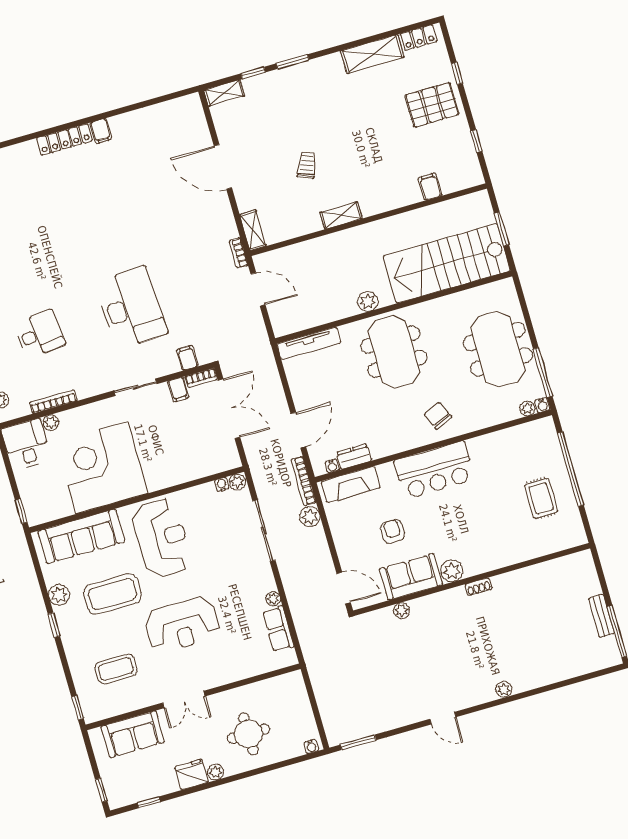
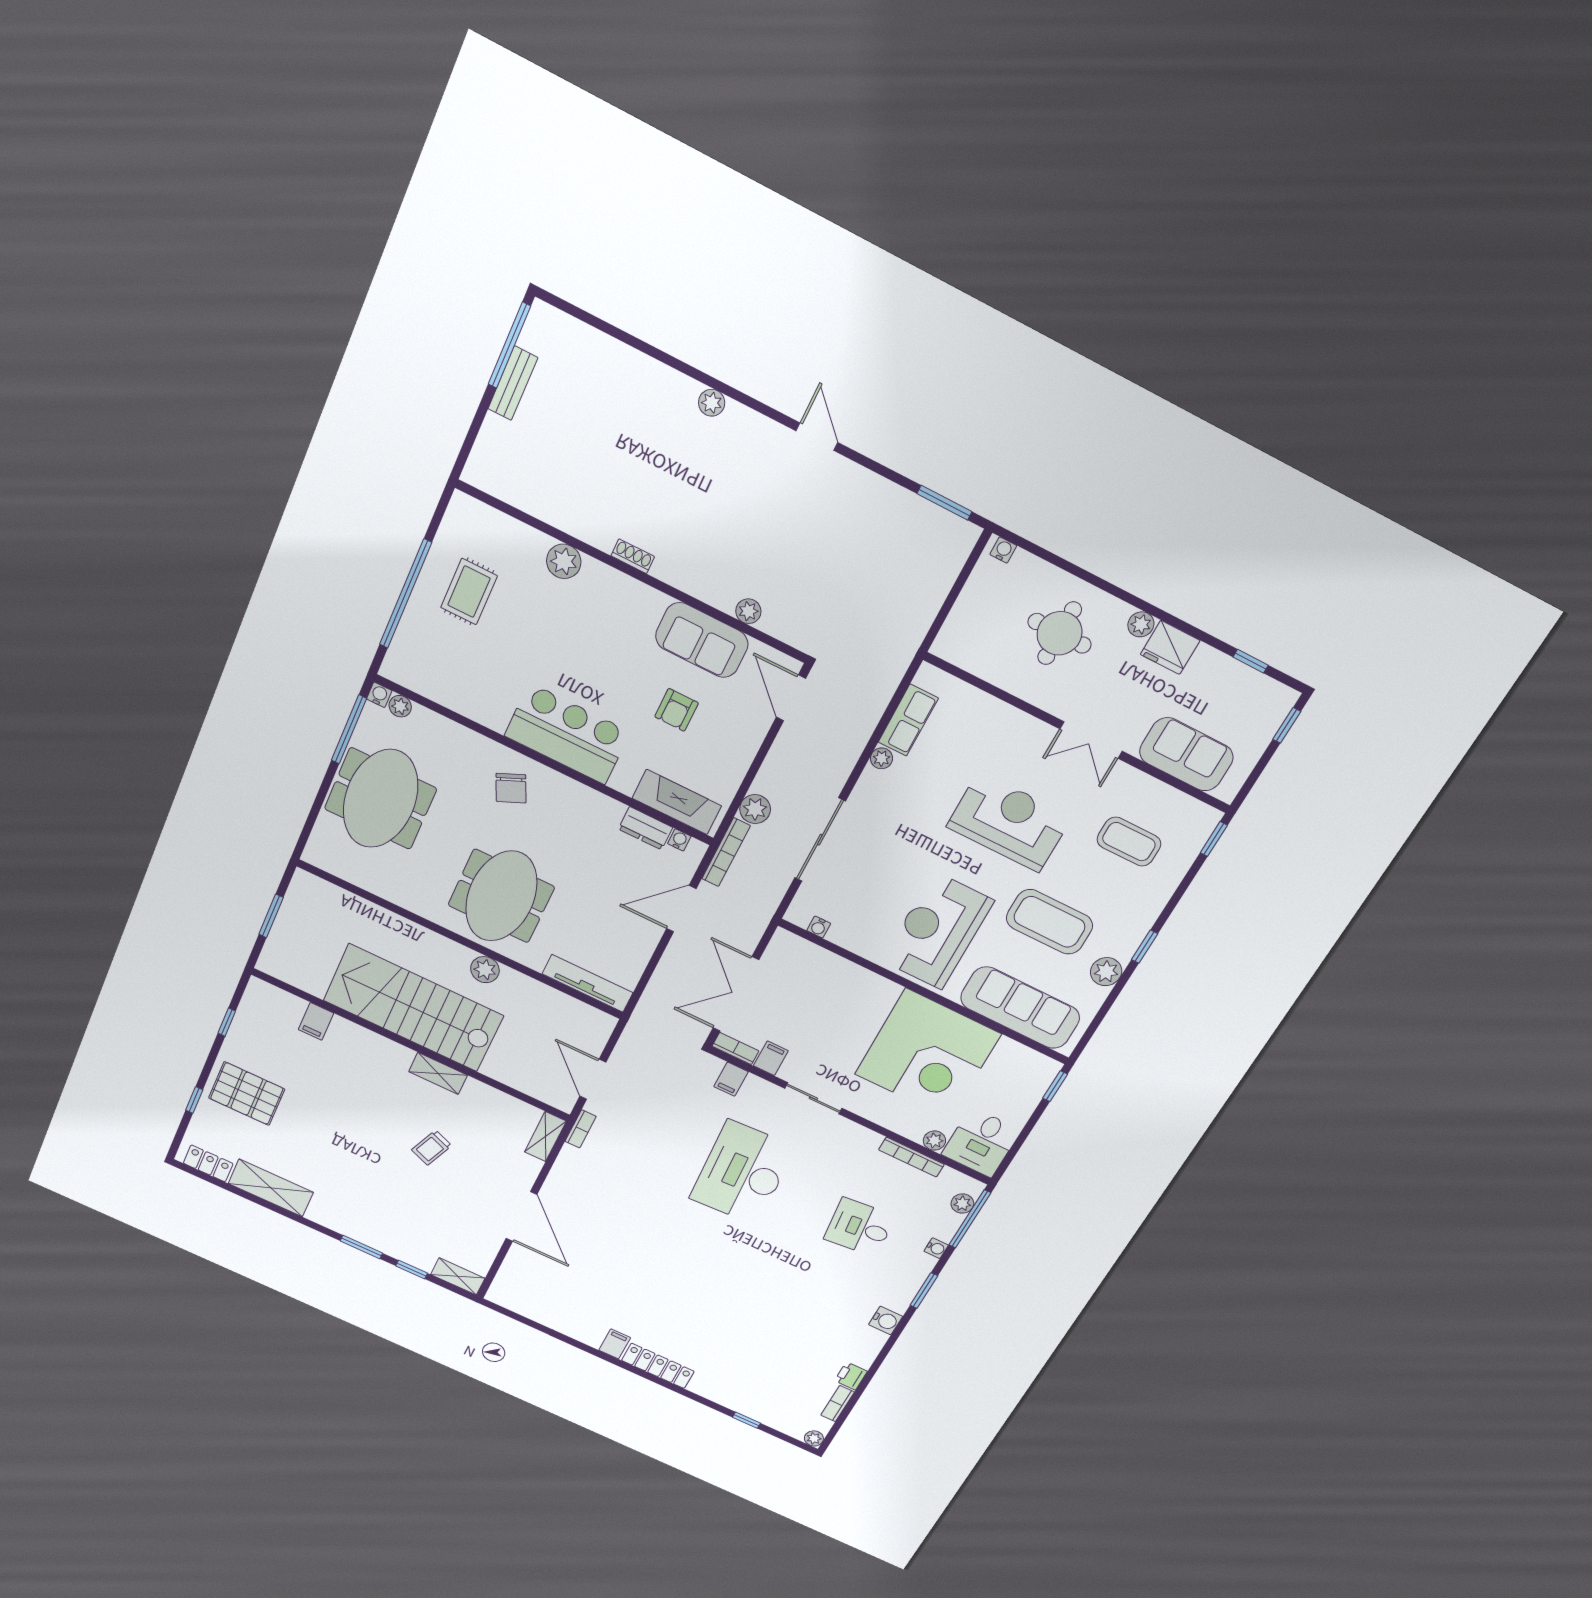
stairs: (447, 263) -> (414, 1008), moved, turned 180
plant: (237, 482) -> (799, 915), removed
plant: (452, 571) -> (564, 561), moved
double door: (184, 699) -> (1091, 740), swing flipped

